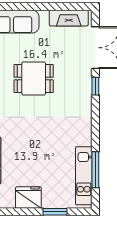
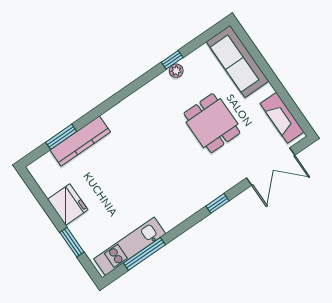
dining table: (34, 79) -> (212, 123), moved
window: (95, 86) -> (218, 203), moved

